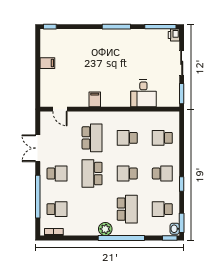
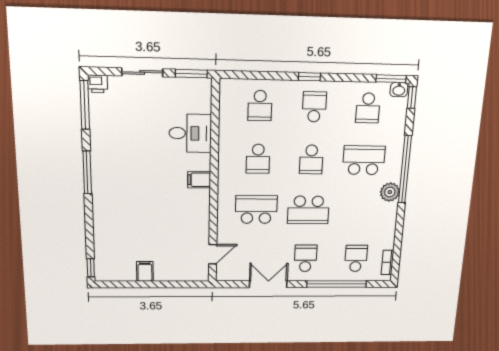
filing cabinet: (95, 99) -> (199, 180), moved
double door: (38, 148) -> (268, 284), swing flipped
window: (182, 184) -> (309, 77), moved

